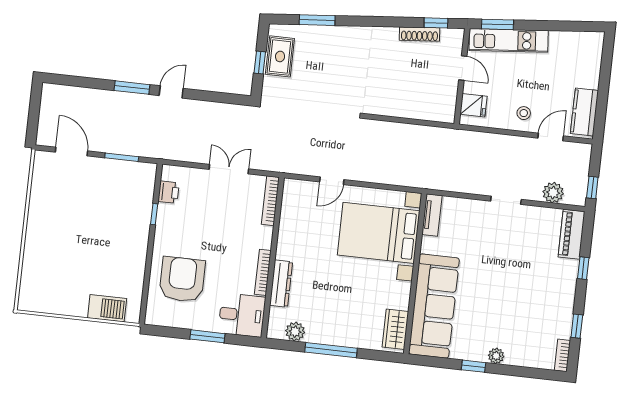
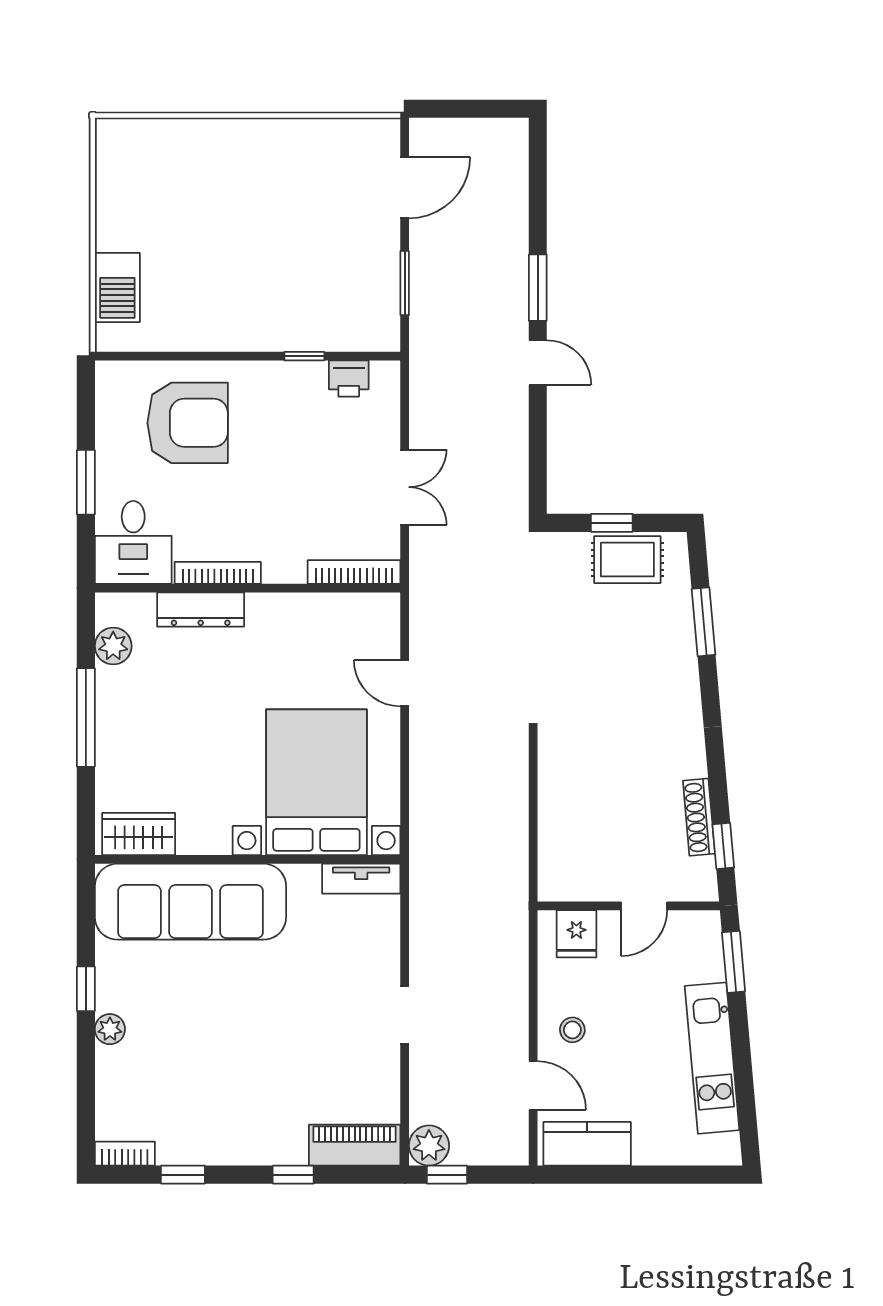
kitchen unit: (509, 40) -> (712, 1058), moved
plant: (553, 193) -> (429, 1146), moved

